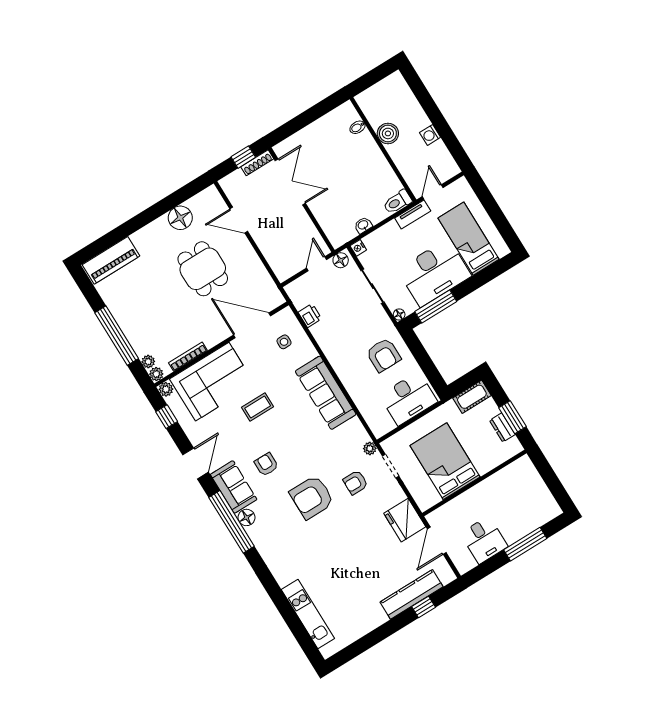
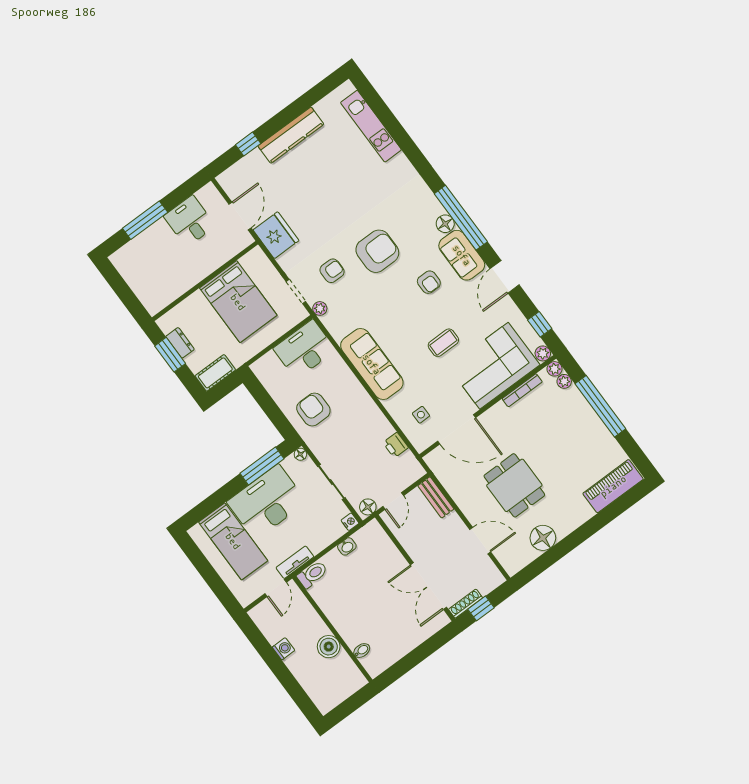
bench: (277, 264) -> (436, 497), added
desk: (408, 399) -> (304, 349), moved
kitchen counter: (411, 594) -> (291, 135), moved

